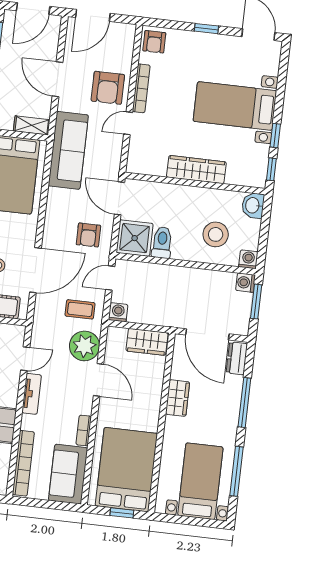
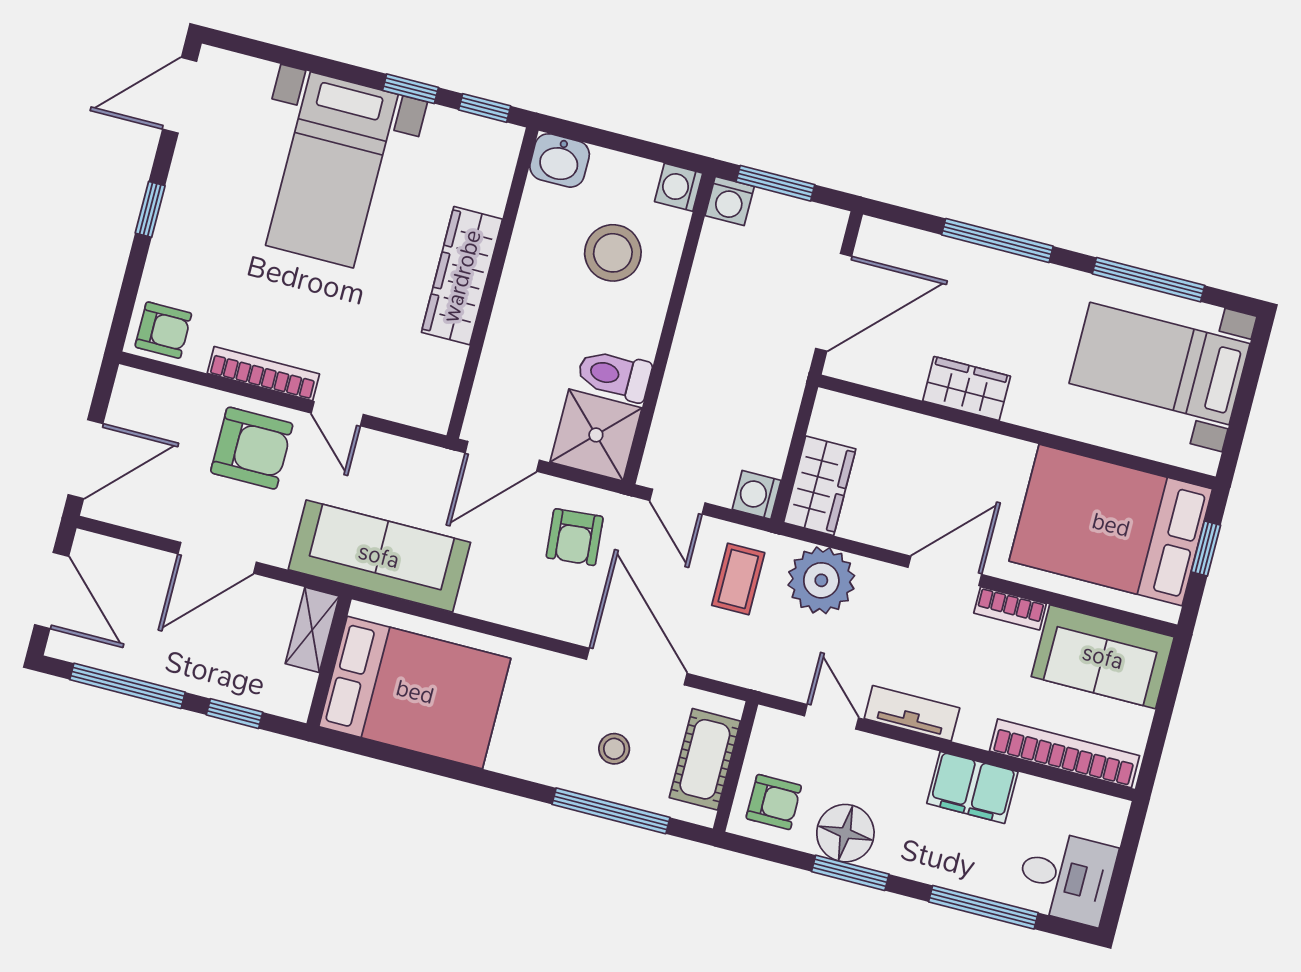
door: (93, 15) -> (86, 459), hinge flipped
armchair: (88, 235) -> (575, 537), turned 85
wardrobe: (147, 342) -> (820, 486), moved
dresser: (237, 358) -> (896, 244), removed
door: (98, 380) -> (945, 571), moved

